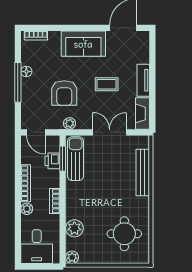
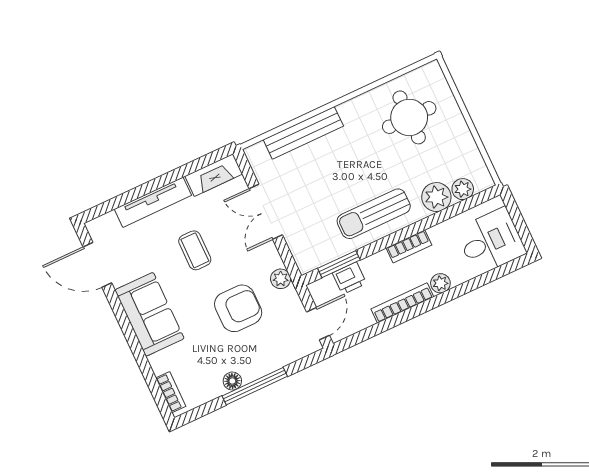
tv unit: (143, 80) -> (153, 202), width x1.41
sun lounger: (76, 159) -> (374, 214), moved
plant: (72, 257) -> (463, 189), moved

